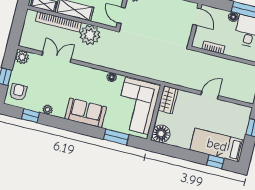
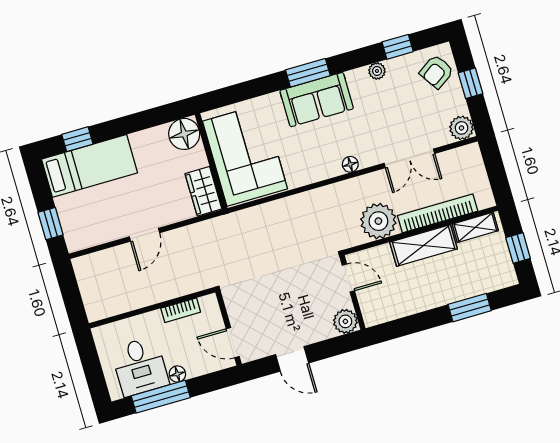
floor lamp: (112, 77) -> (350, 164), moved
armchair: (18, 92) -> (437, 72), turned 56
window: (116, 137) -> (308, 73), moved

